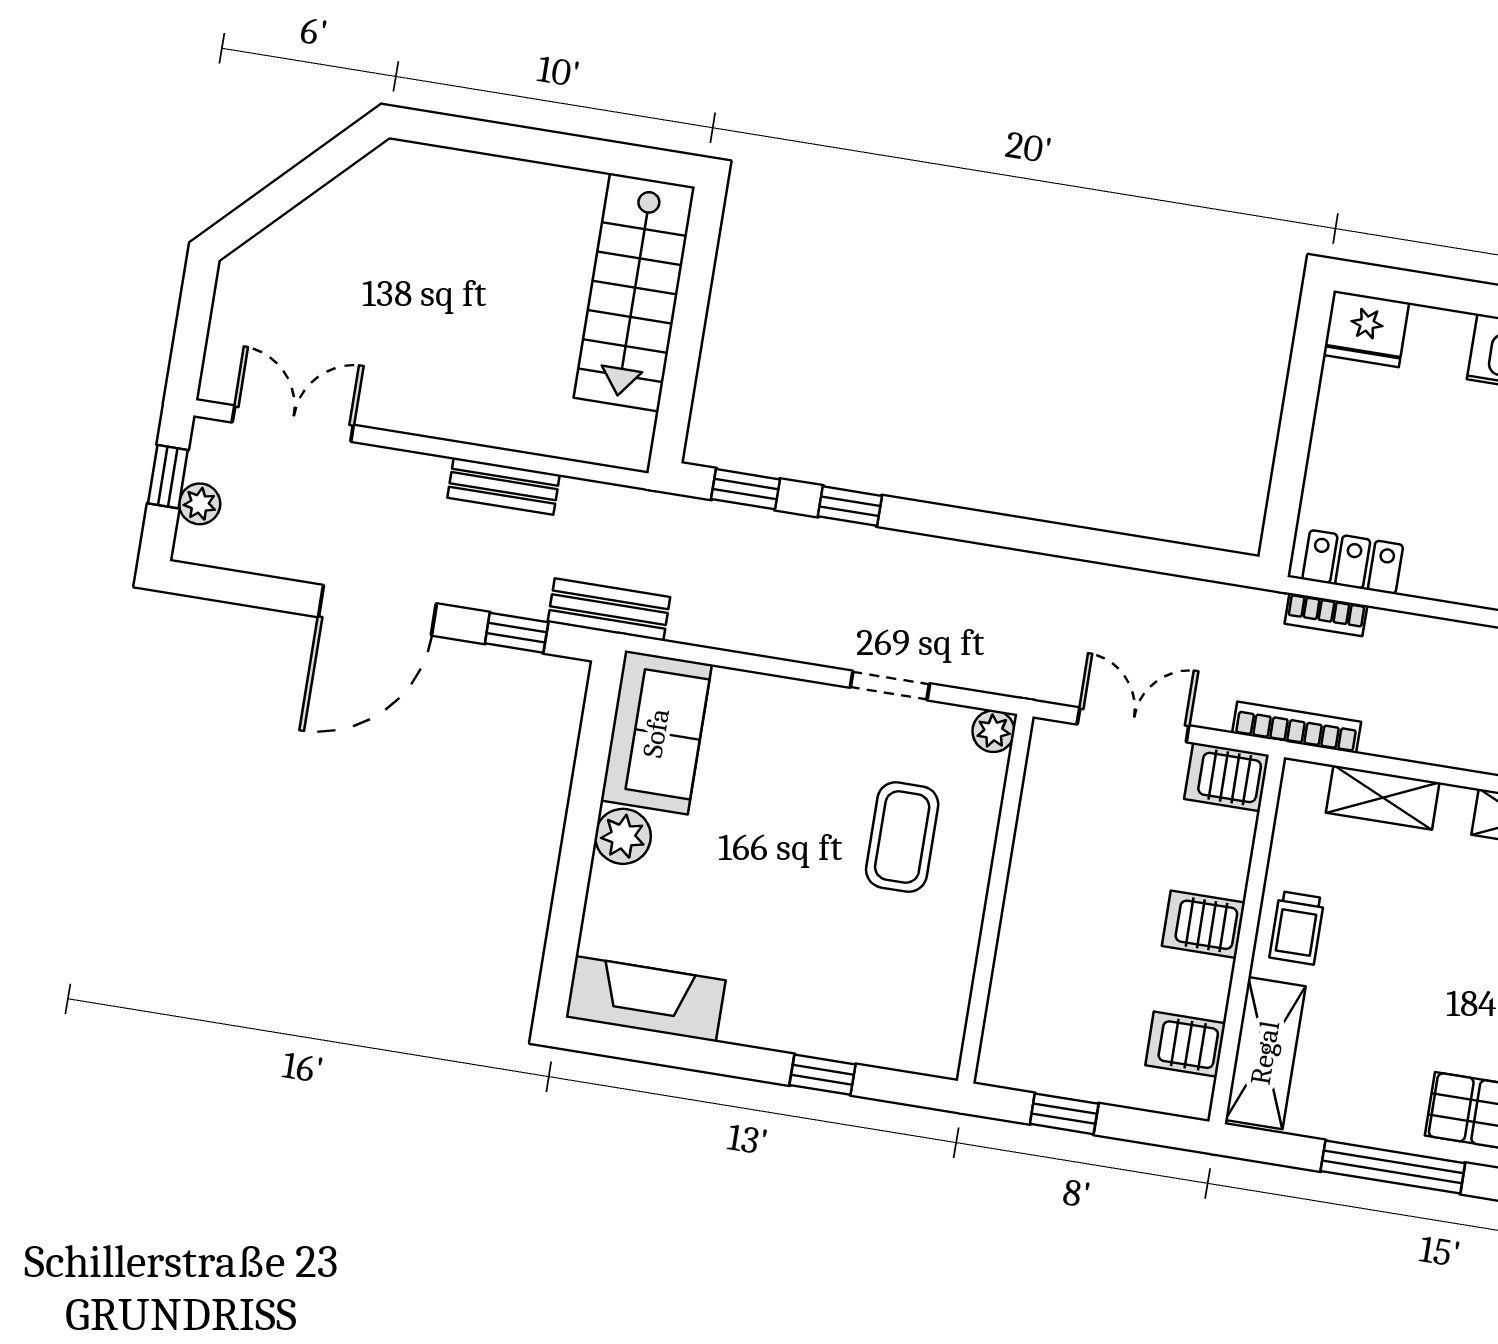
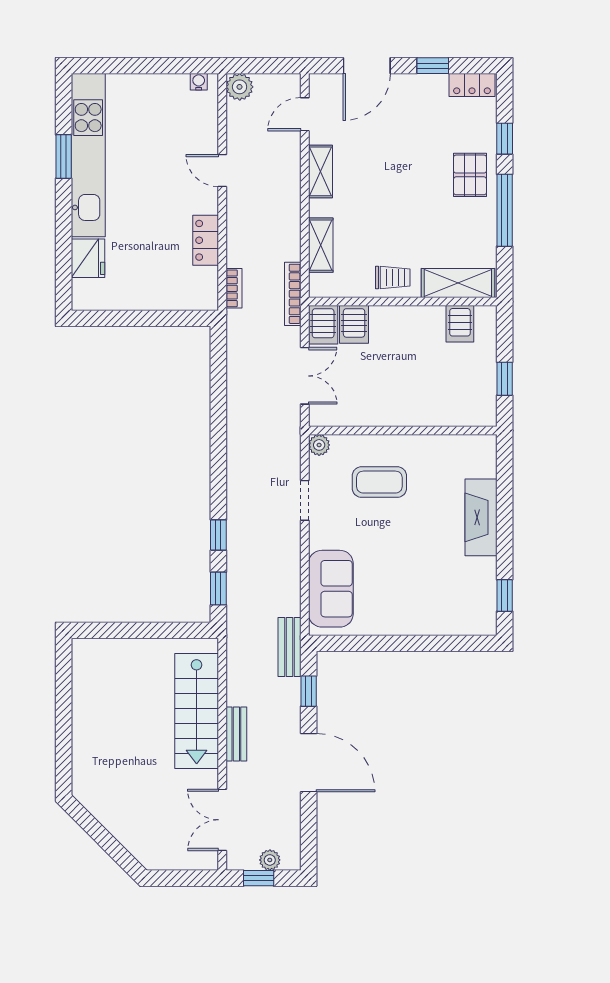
stairs: (634, 292) -> (197, 711), moved, turned 90
fridge: (1366, 329) -> (88, 258), moved
bench: (504, 486) -> (236, 734), moved
locker: (1353, 562) -> (206, 240), moved
double door: (1133, 725) -> (305, 376), swing flipped
sofa: (656, 733) -> (331, 589), moved, turned 90
plant: (623, 836) -> (402, 622), removed
server rack: (1203, 924) -> (354, 324), moved
fireplace: (646, 999) -> (481, 517), moved
window: (822, 1075) -> (505, 595), moved

